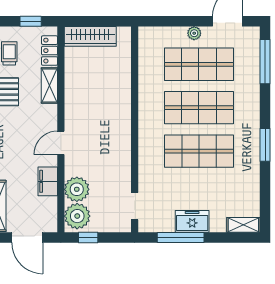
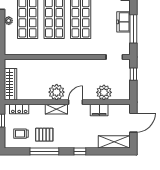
shelving: (49, 85) -> (56, 109), moved
door: (61, 143) -> (76, 102), swing flipped
plant: (77, 216) -> (57, 92), moved
window: (88, 237) -> (133, 74), moved

